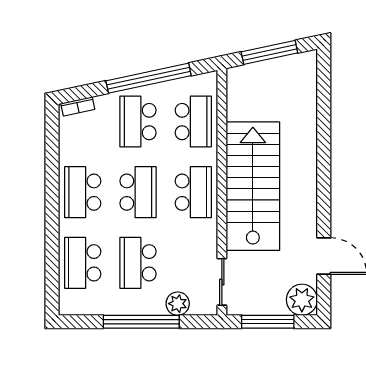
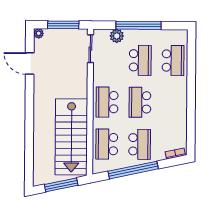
stairs: (253, 186) -> (71, 137), moved
school desk: (83, 192) -> (173, 103), removed
plant: (302, 300) -> (39, 33), width x0.53, depth x0.53

